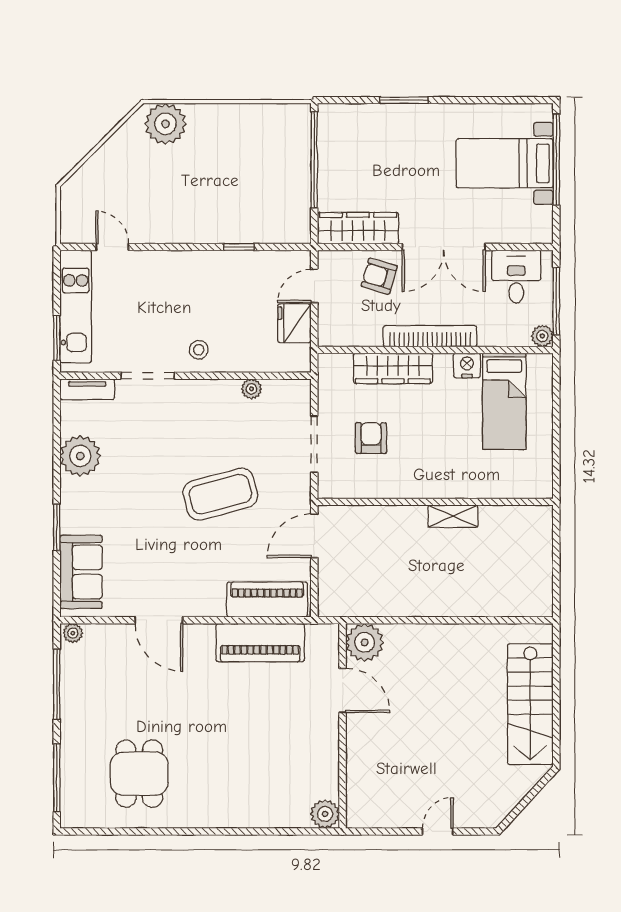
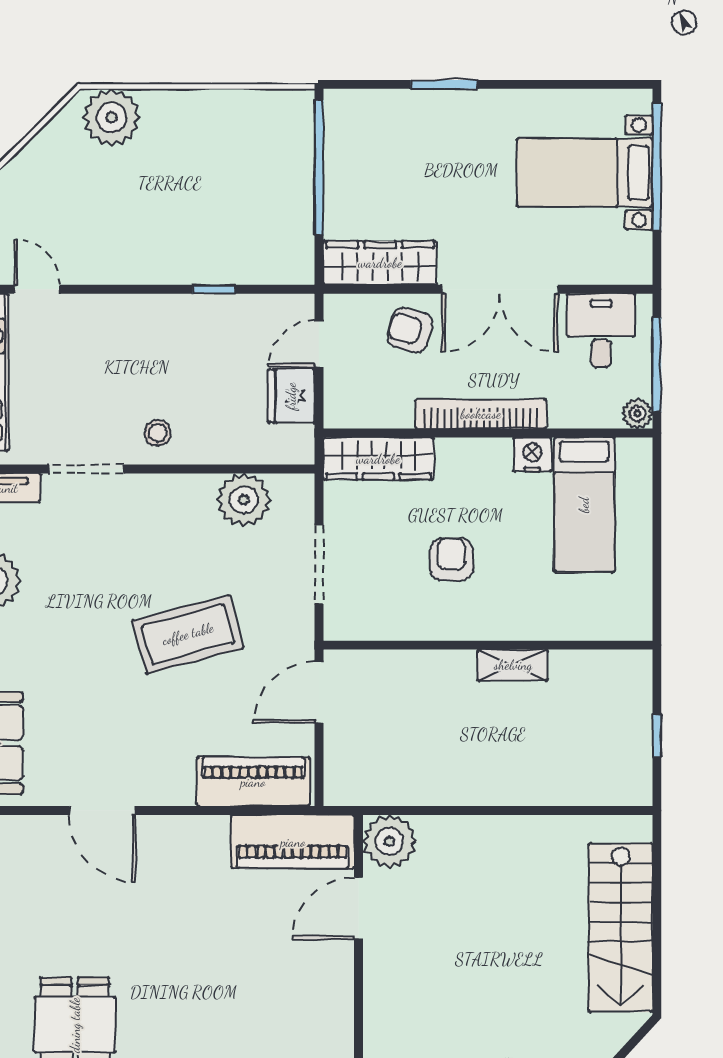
wardrobe: (393, 368) -> (378, 459), moved
plant: (251, 389) -> (244, 500), width x1.88, depth x1.88
armchair: (371, 438) -> (451, 559), moved
window: (556, 567) -> (657, 736), added
piano: (260, 643) -> (293, 842), moved
door: (343, 690) -> (359, 908), swing flipped

